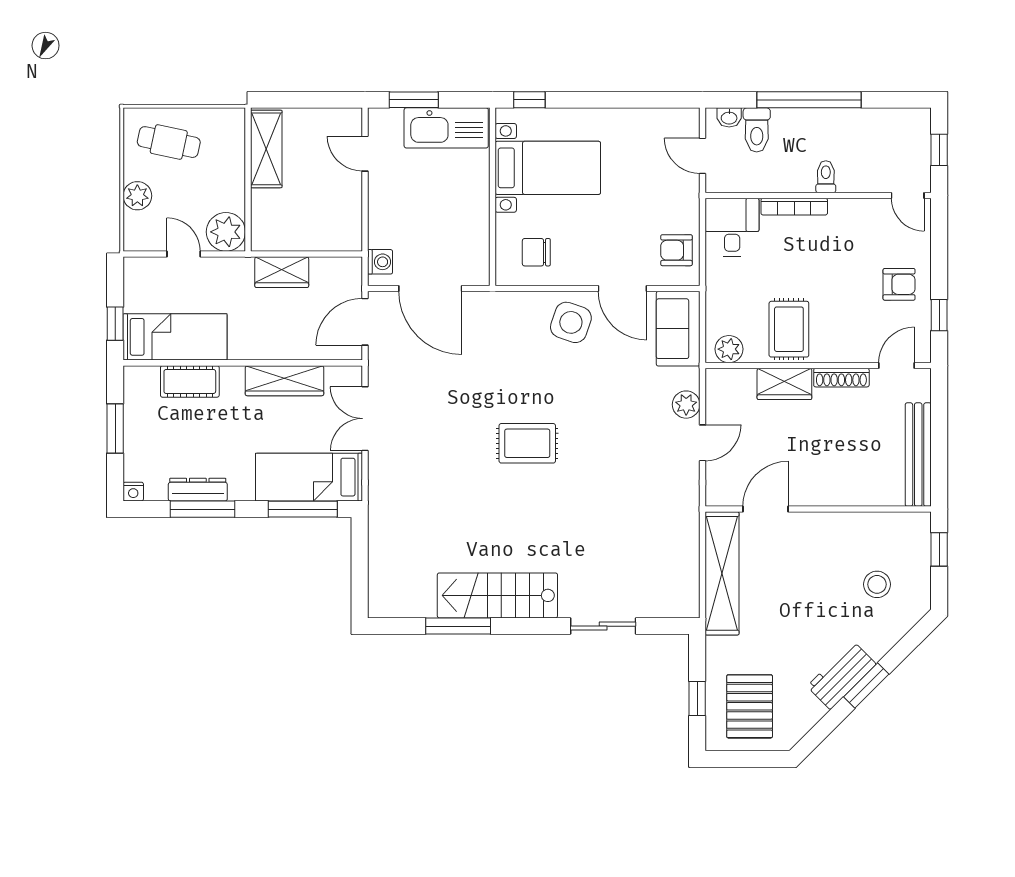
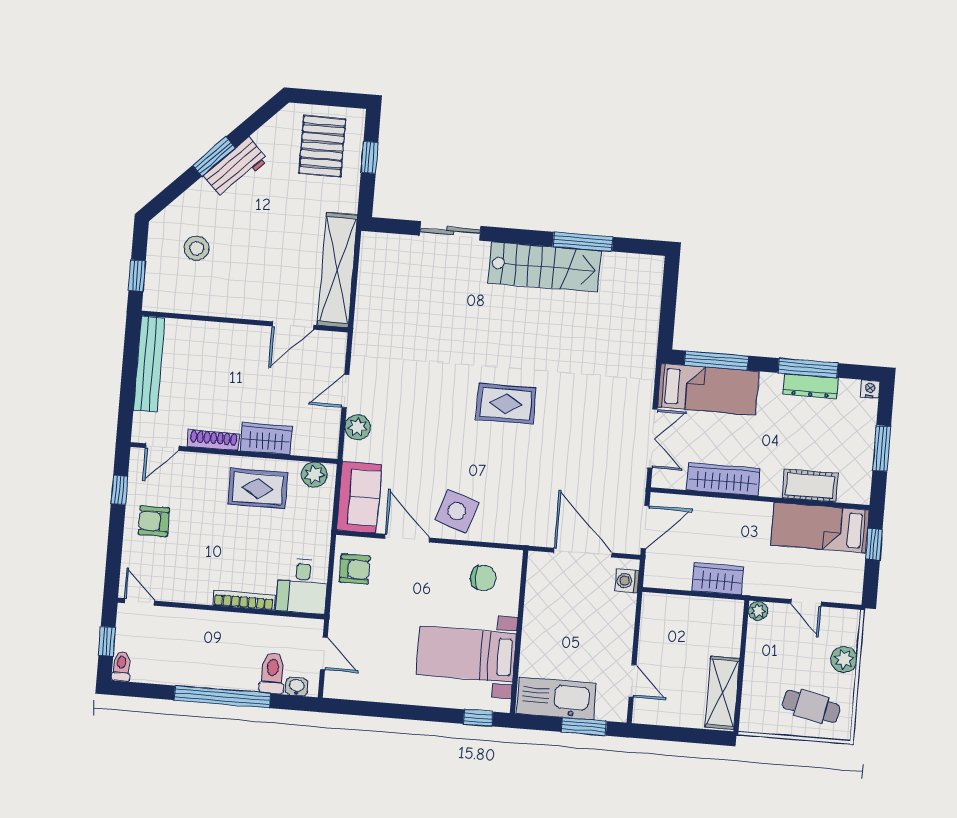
toilet: (826, 177) -> (121, 666), moved, turned 180
plant: (226, 232) -> (758, 611), width x0.53, depth x0.53
rug: (789, 329) -> (258, 488), turned 90

